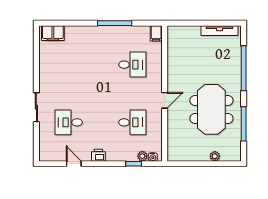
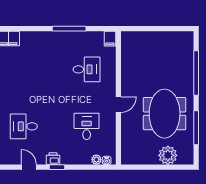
tv unit: (219, 31) -> (172, 36), removed
desk: (132, 122) -> (87, 126), turned -90
plant: (215, 156) -> (168, 155), width x1.88, depth x1.88
window: (134, 164) -> (57, 167), moved

